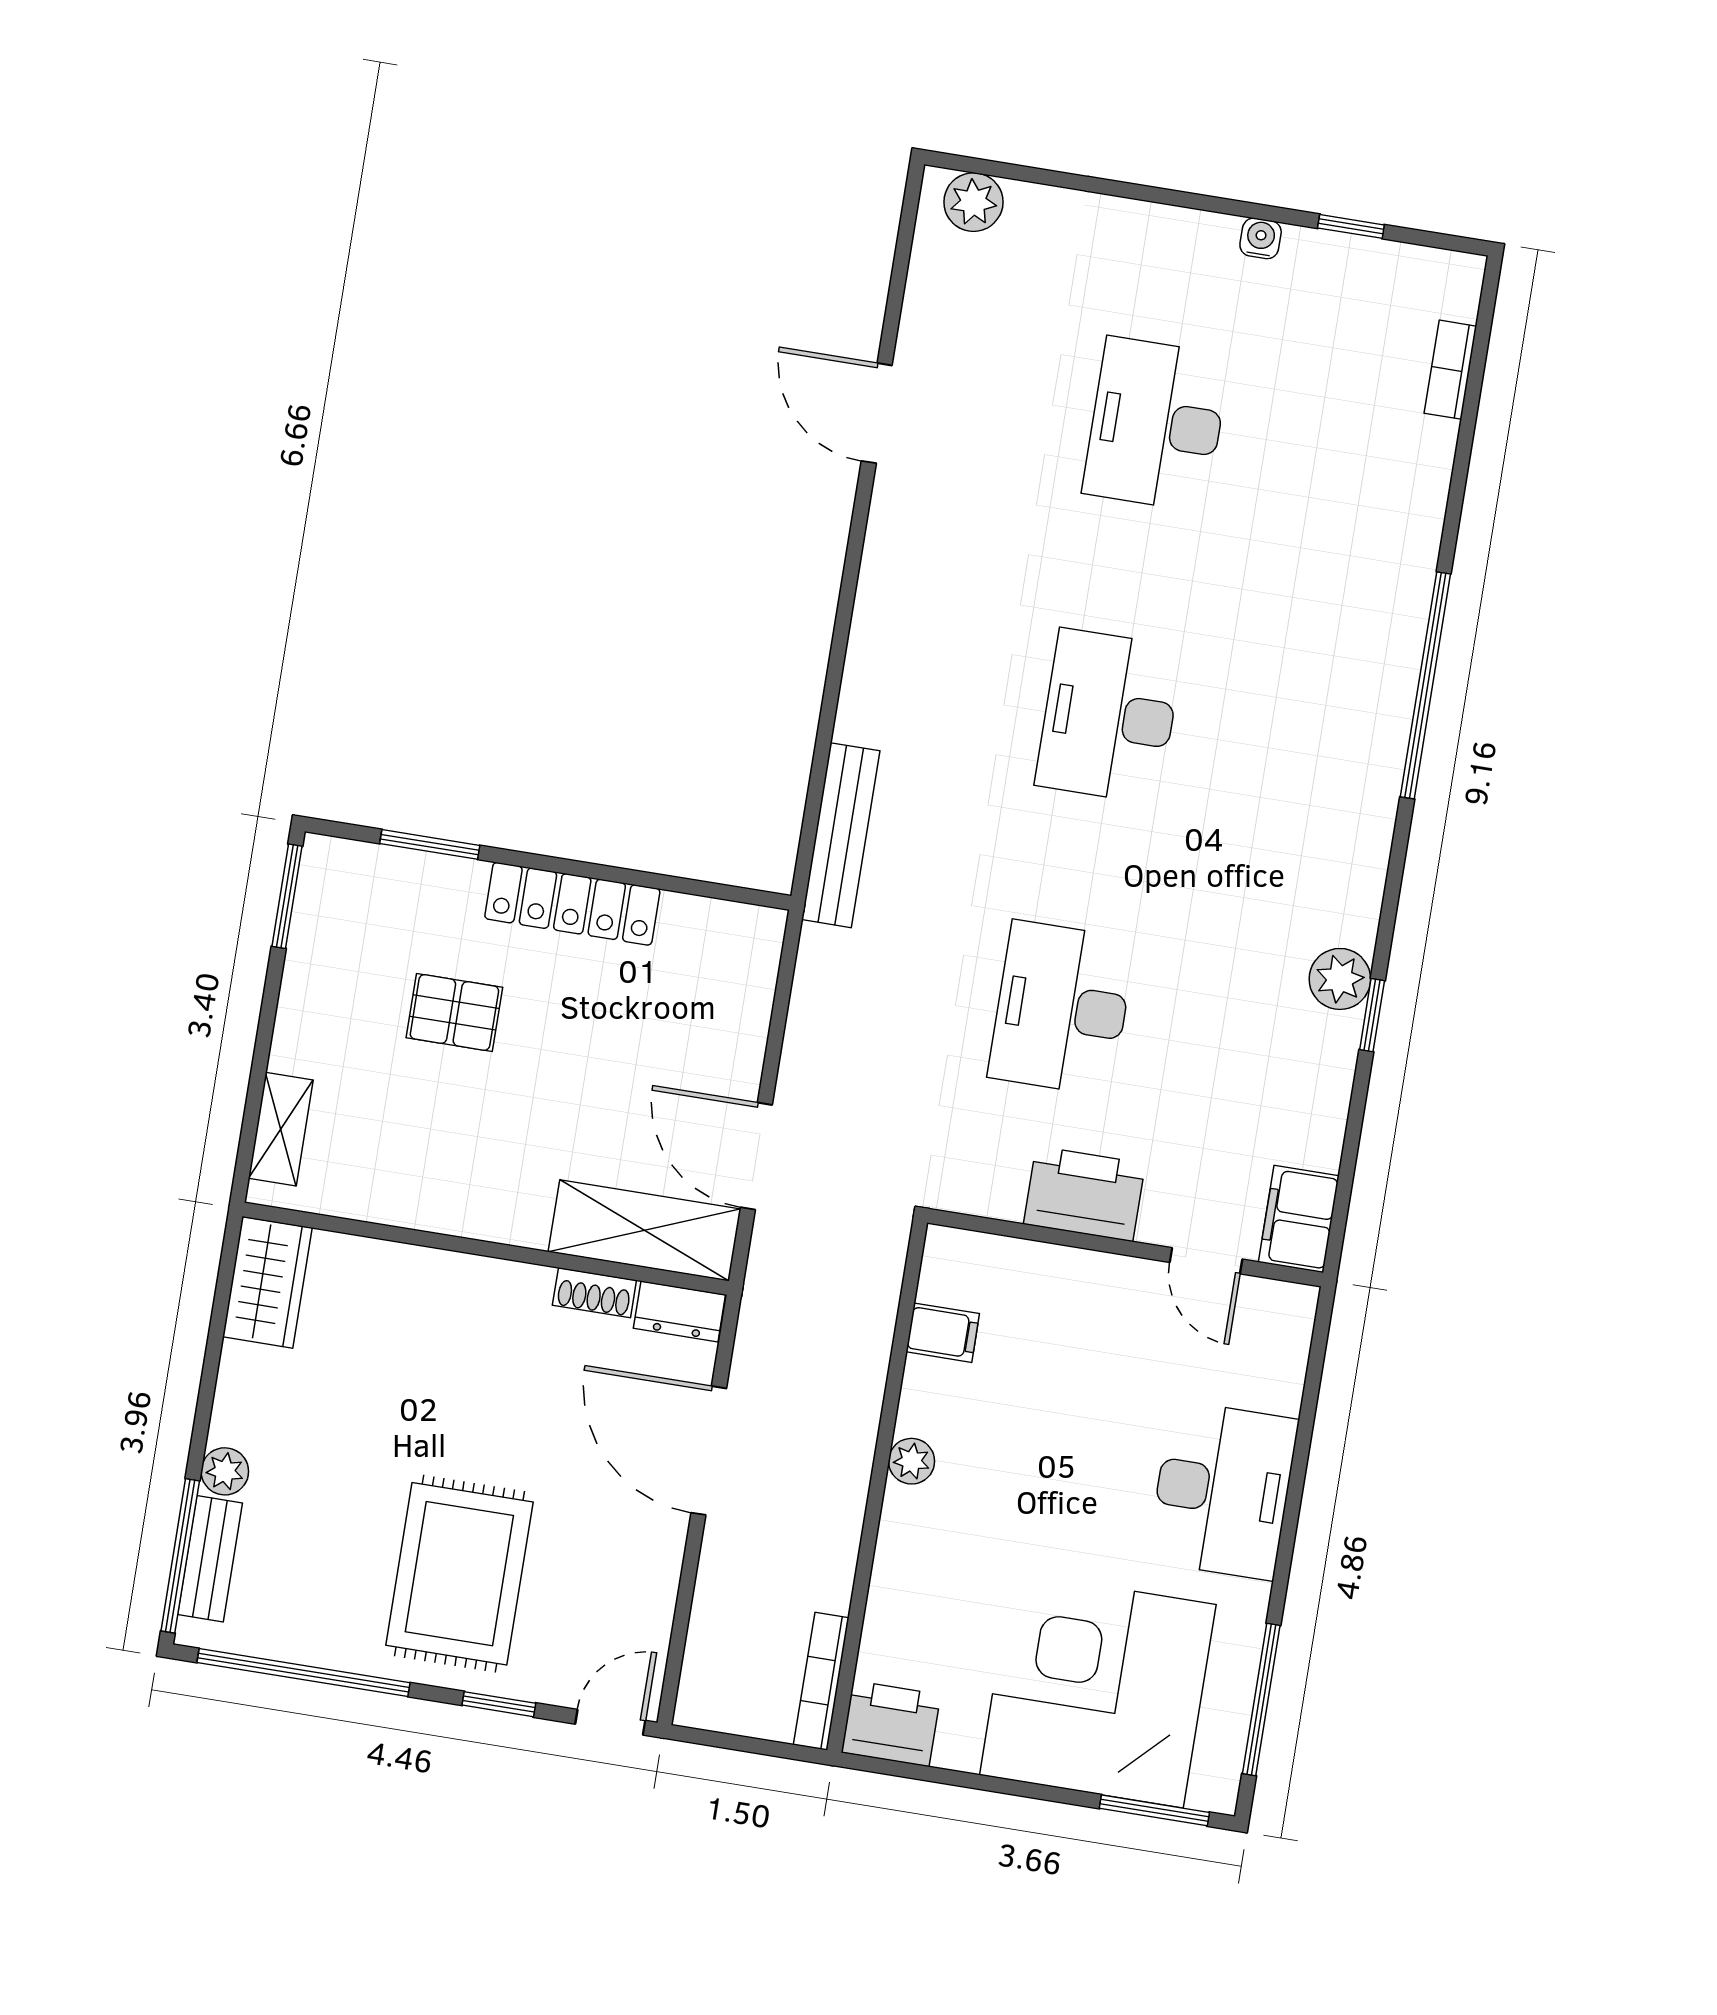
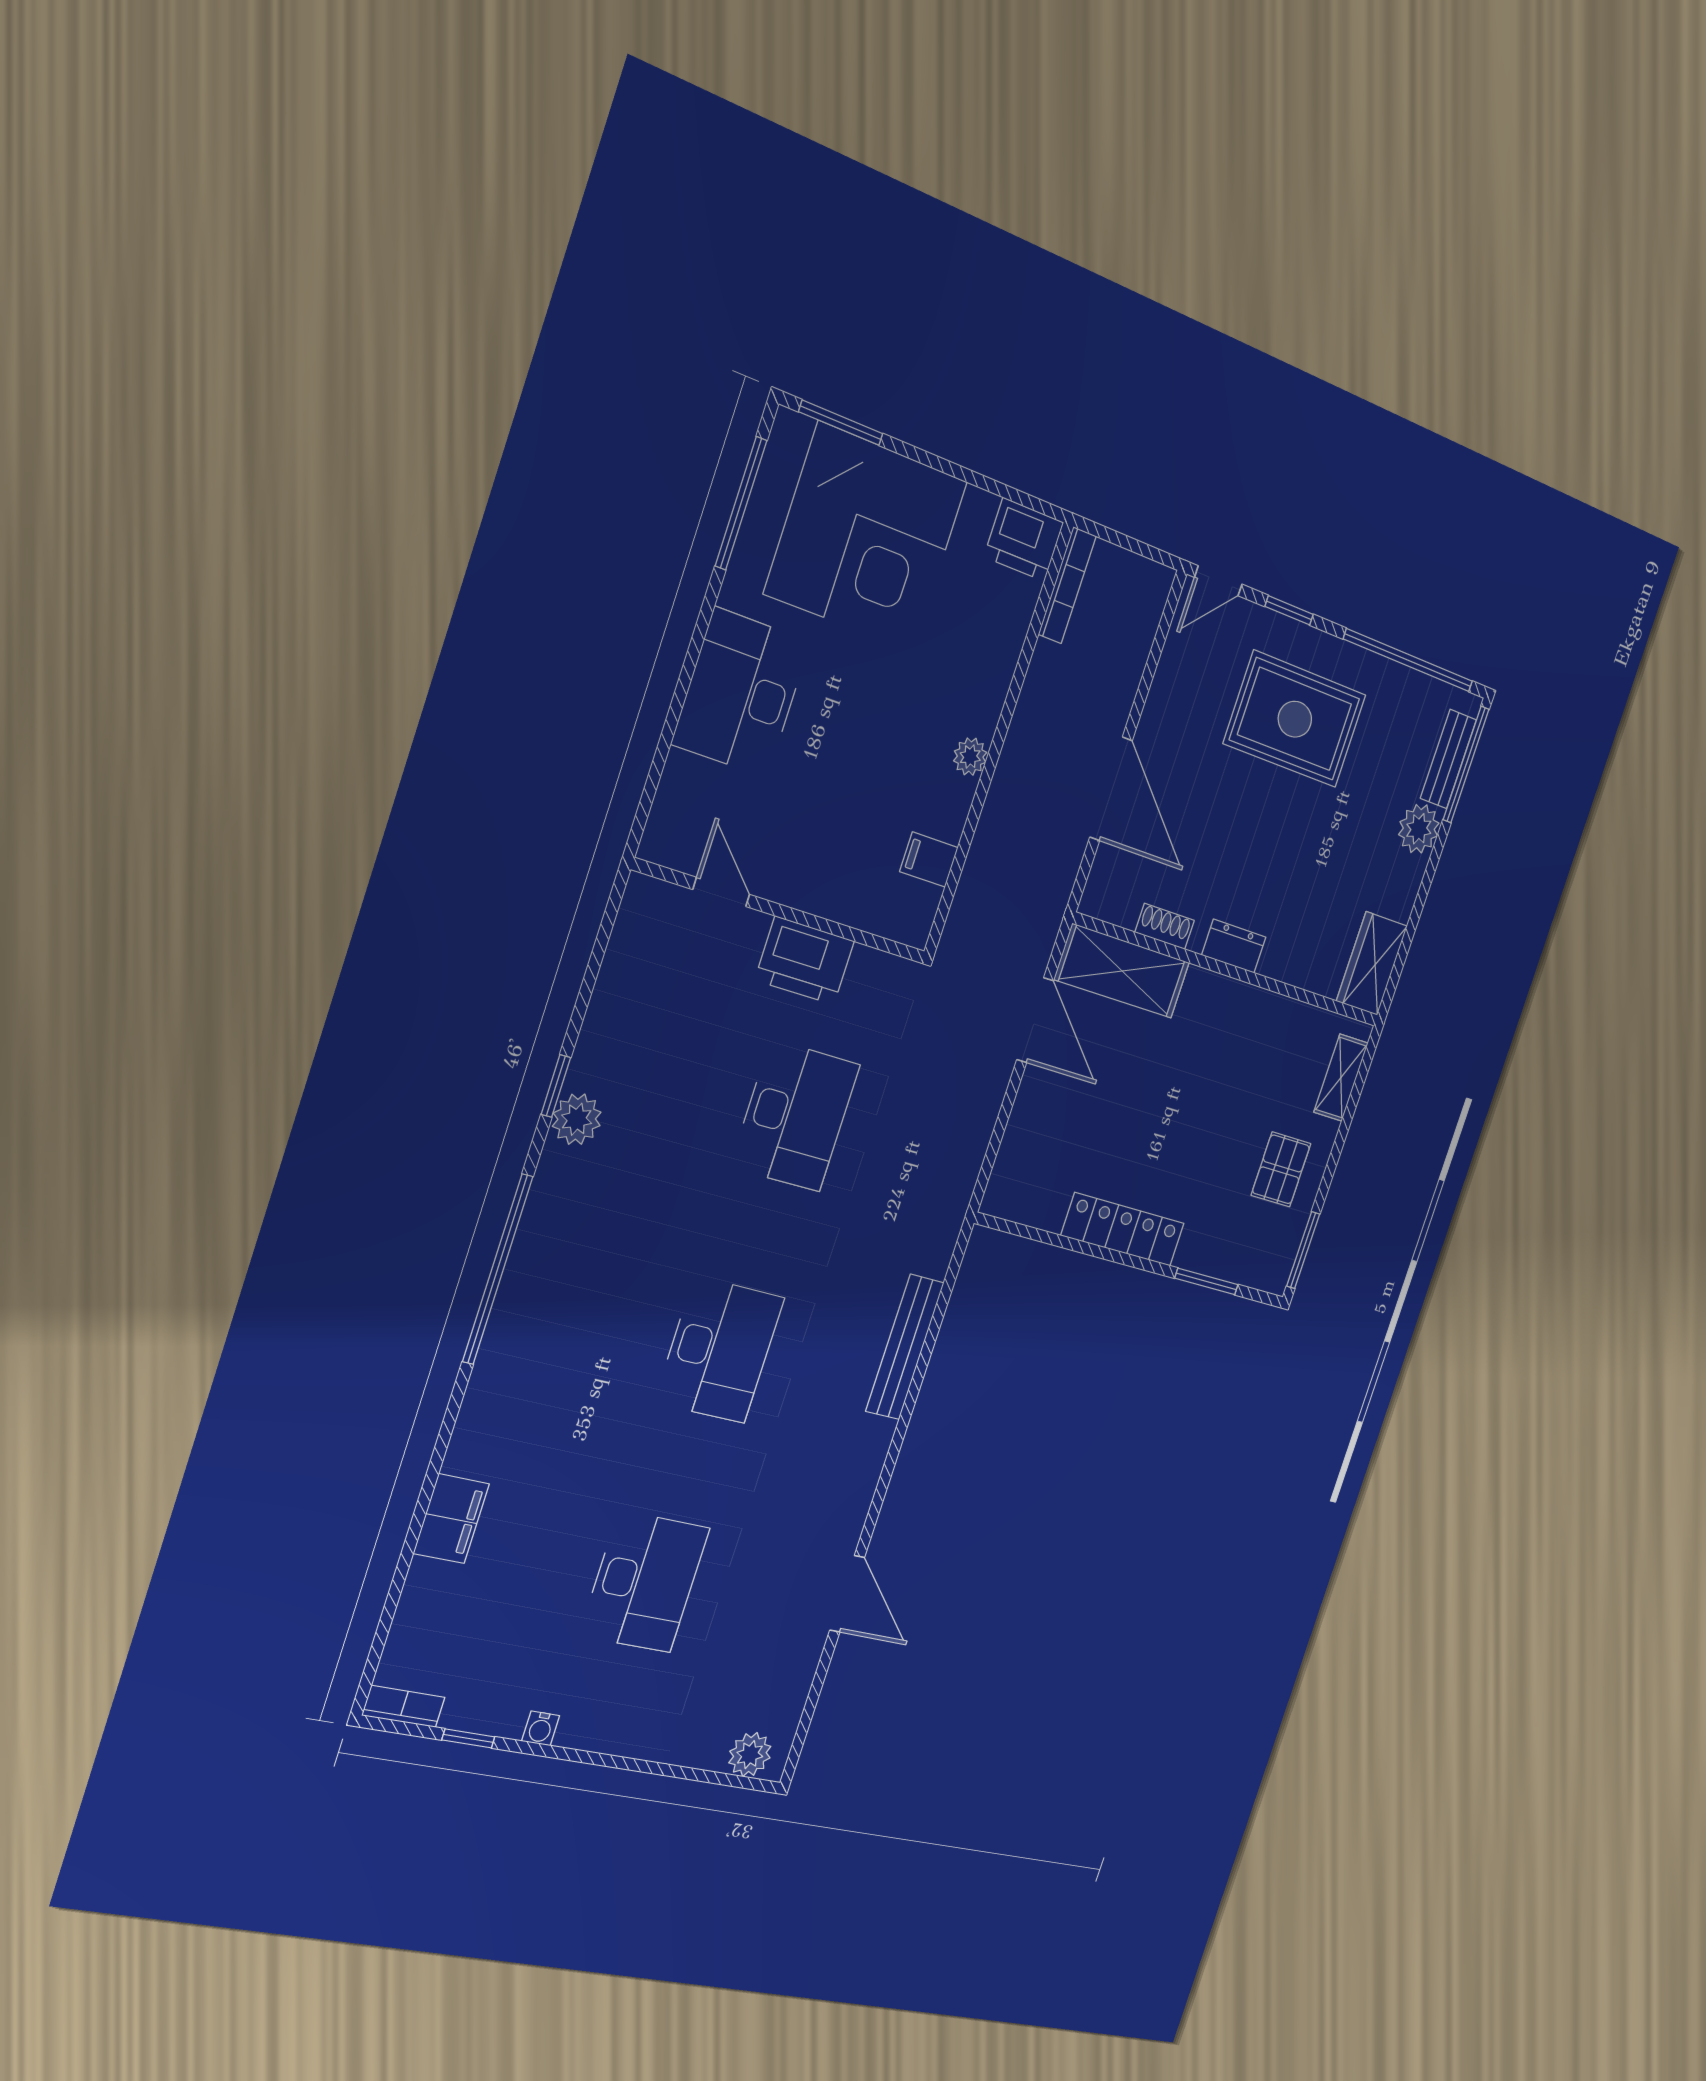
bookcase: (1450, 370) -> (403, 1706), moved, turned -90
window: (1425, 685) -> (498, 1269), moved
bench: (841, 835) -> (905, 1347), moved
pallet: (454, 1012) -> (1281, 1169), moved, turned 90
filing cabinet: (1299, 1219) -> (451, 1519), moved
dresser: (679, 1311) -> (1234, 946), moved
plant: (225, 1471) -> (1419, 829), width x1.38, depth x1.38
rug: (459, 1574) -> (1295, 719), turned 90

